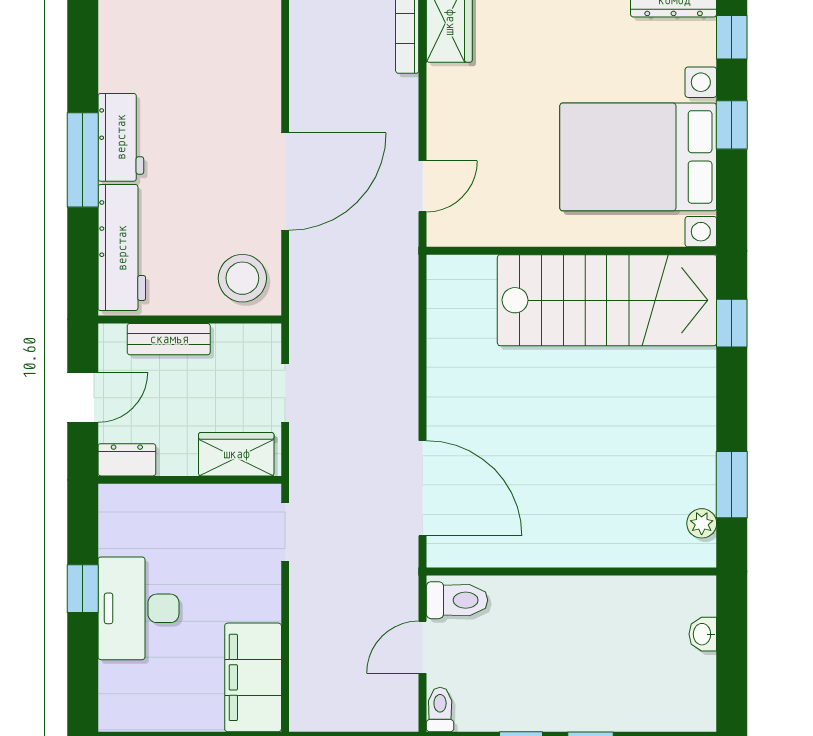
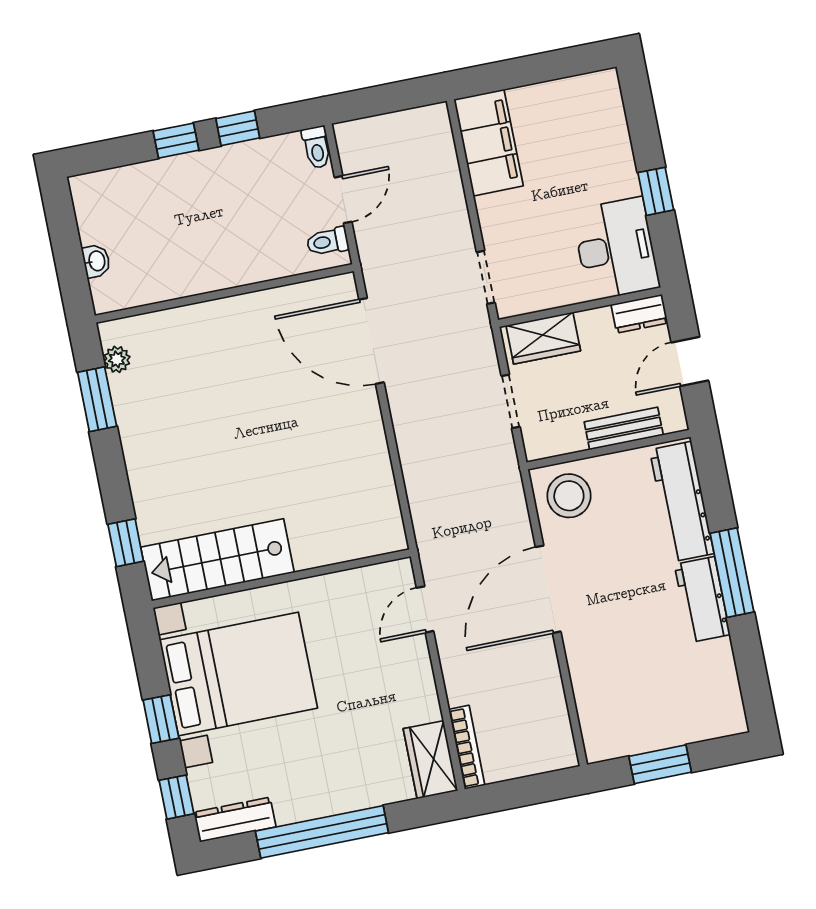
stairs: (607, 300) -> (218, 560), width x0.73, depth x0.66
toilet: (457, 600) -> (328, 242), width x0.73, depth x0.72
desk: (138, 608) -> (616, 249), moved

